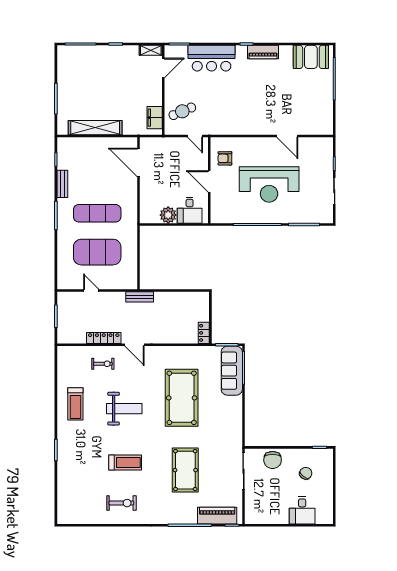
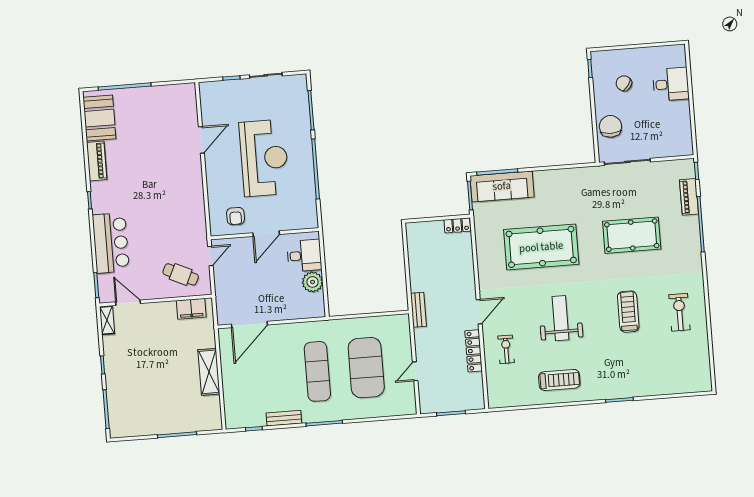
piano: (263, 52) -> (97, 161), moved
cafe table: (182, 111) -> (181, 274), turned -42
shelving: (95, 128) -> (209, 372), width x0.68
chair: (273, 460) -> (610, 126), turned -90
piano: (217, 516) -> (689, 197), width x0.73, depth x0.75

